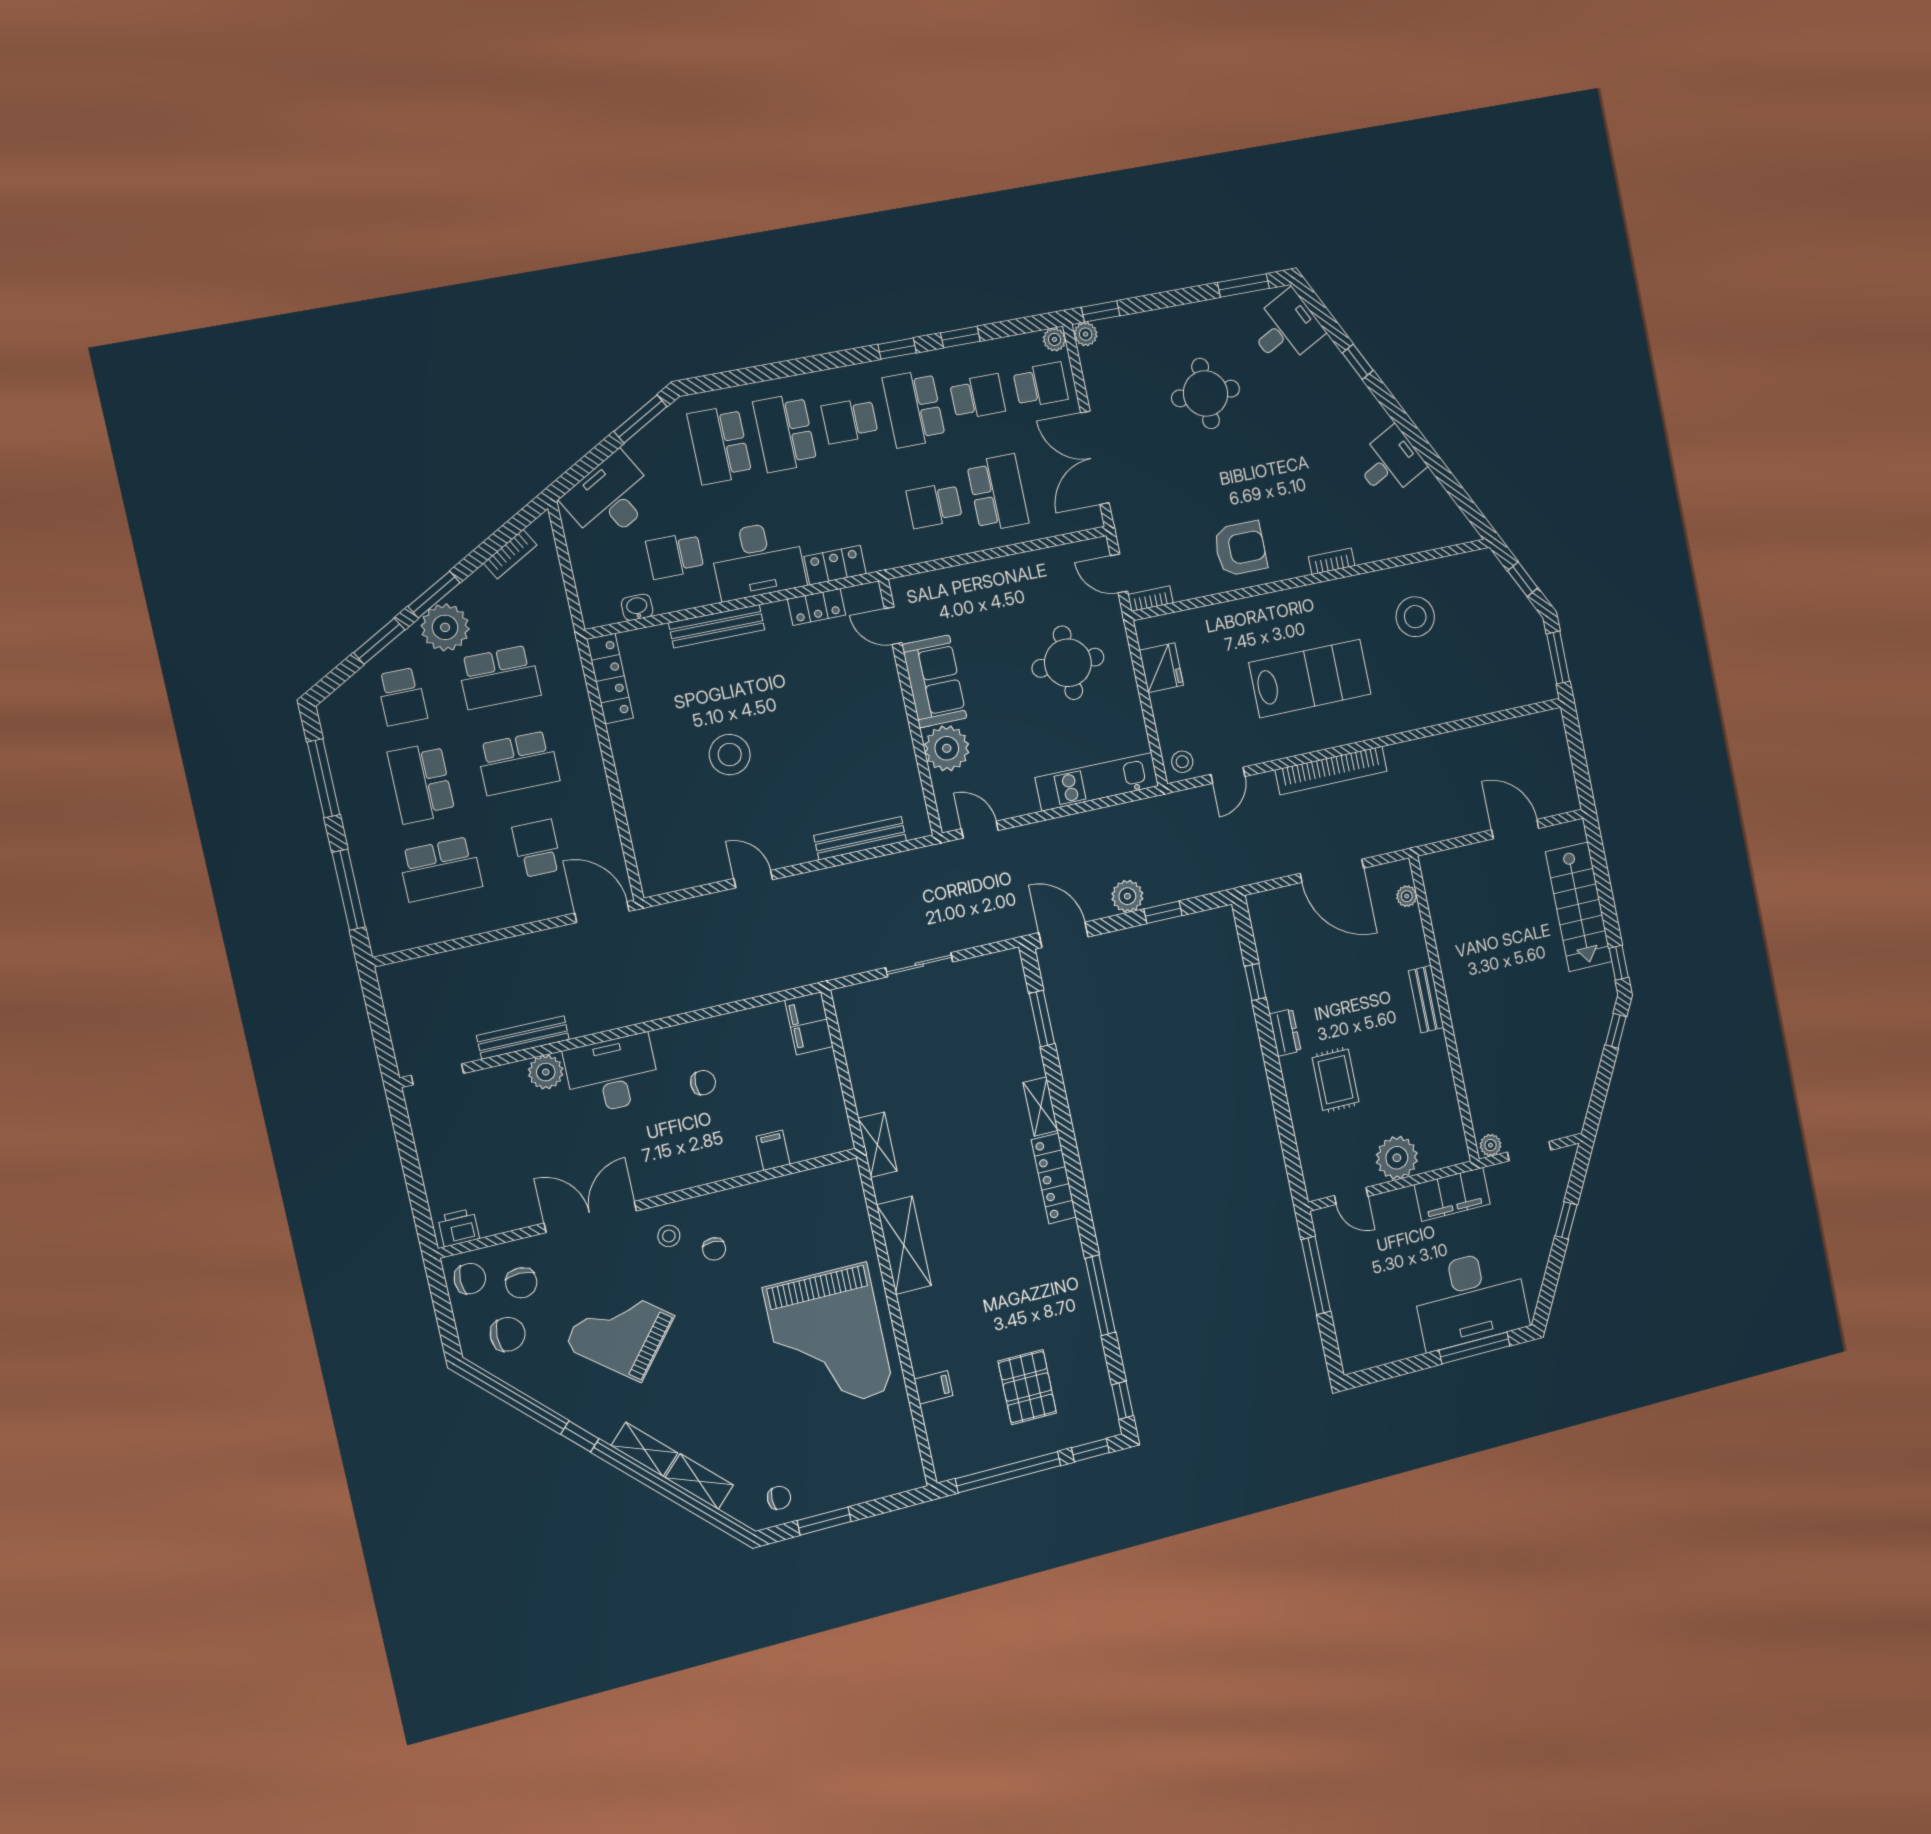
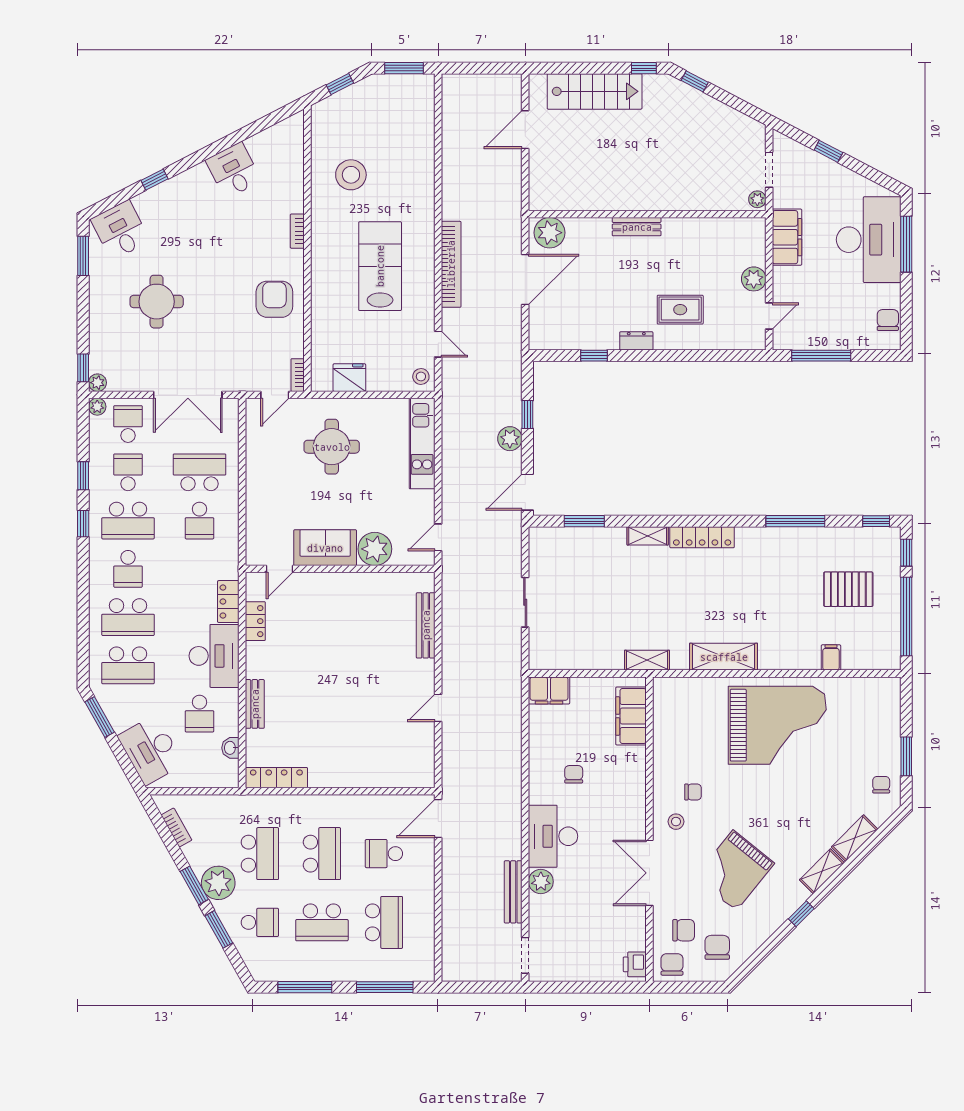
bench: (717, 626) -> (255, 704), width x0.73
stool: (730, 755) -> (347, 705), removed
plant: (1407, 896) -> (550, 233), width x1.88, depth x1.88
filing cabinet: (773, 1150) -> (631, 716), width x3.00, depth x1.17
plant: (1397, 1158) -> (754, 279), width x0.73, depth x0.73
chair: (1377, 1349) -> (888, 320), added

